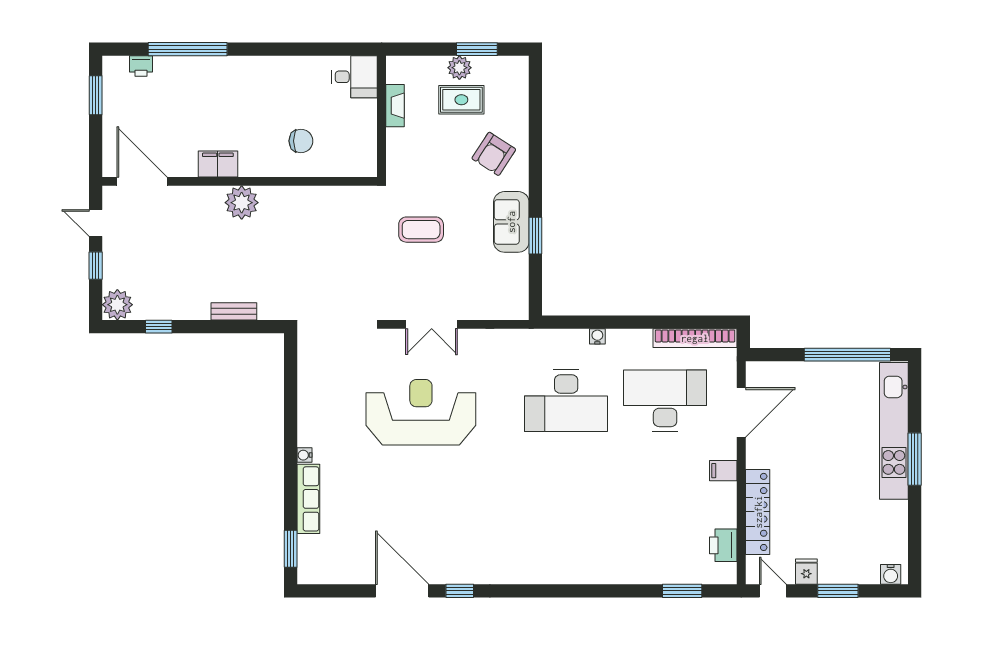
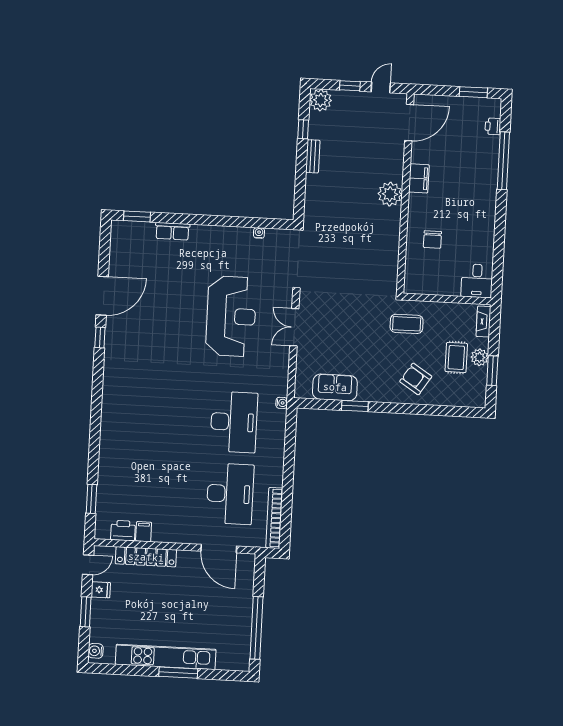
fireplace: (395, 106) -> (484, 322), moved, turned 90
sofa: (511, 222) -> (335, 387), moved
coffee table: (421, 230) -> (407, 324), moved, turned 90
bench: (234, 311) -> (313, 156), moved
water cooler: (597, 336) -> (282, 403), moved
desk: (566, 401) -> (234, 422), turned 180
kitchen unit: (894, 431) -> (166, 657), moved
water cooler: (304, 455) -> (259, 233), moved
filing cabinet: (723, 471) -> (144, 532), moved
row of seats: (308, 499) -> (172, 231), width x0.68

